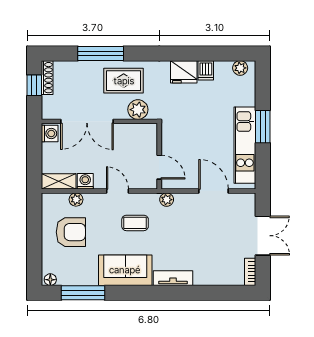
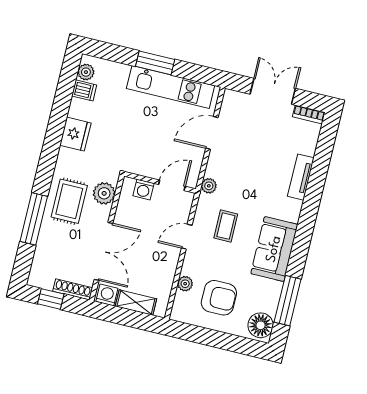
dishwasher: (206, 70) -> (84, 90), moved
shoe rack: (47, 78) -> (73, 289), moved
shelving: (59, 181) -> (136, 303), moved, turned 90
washing machine: (85, 181) -> (143, 190), moved, turned -90
armchair: (71, 232) -> (219, 298), turned 90
tv unit: (173, 278) -> (301, 177), moved
floor lamp: (50, 280) -> (261, 325), width x1.89, depth x1.89

